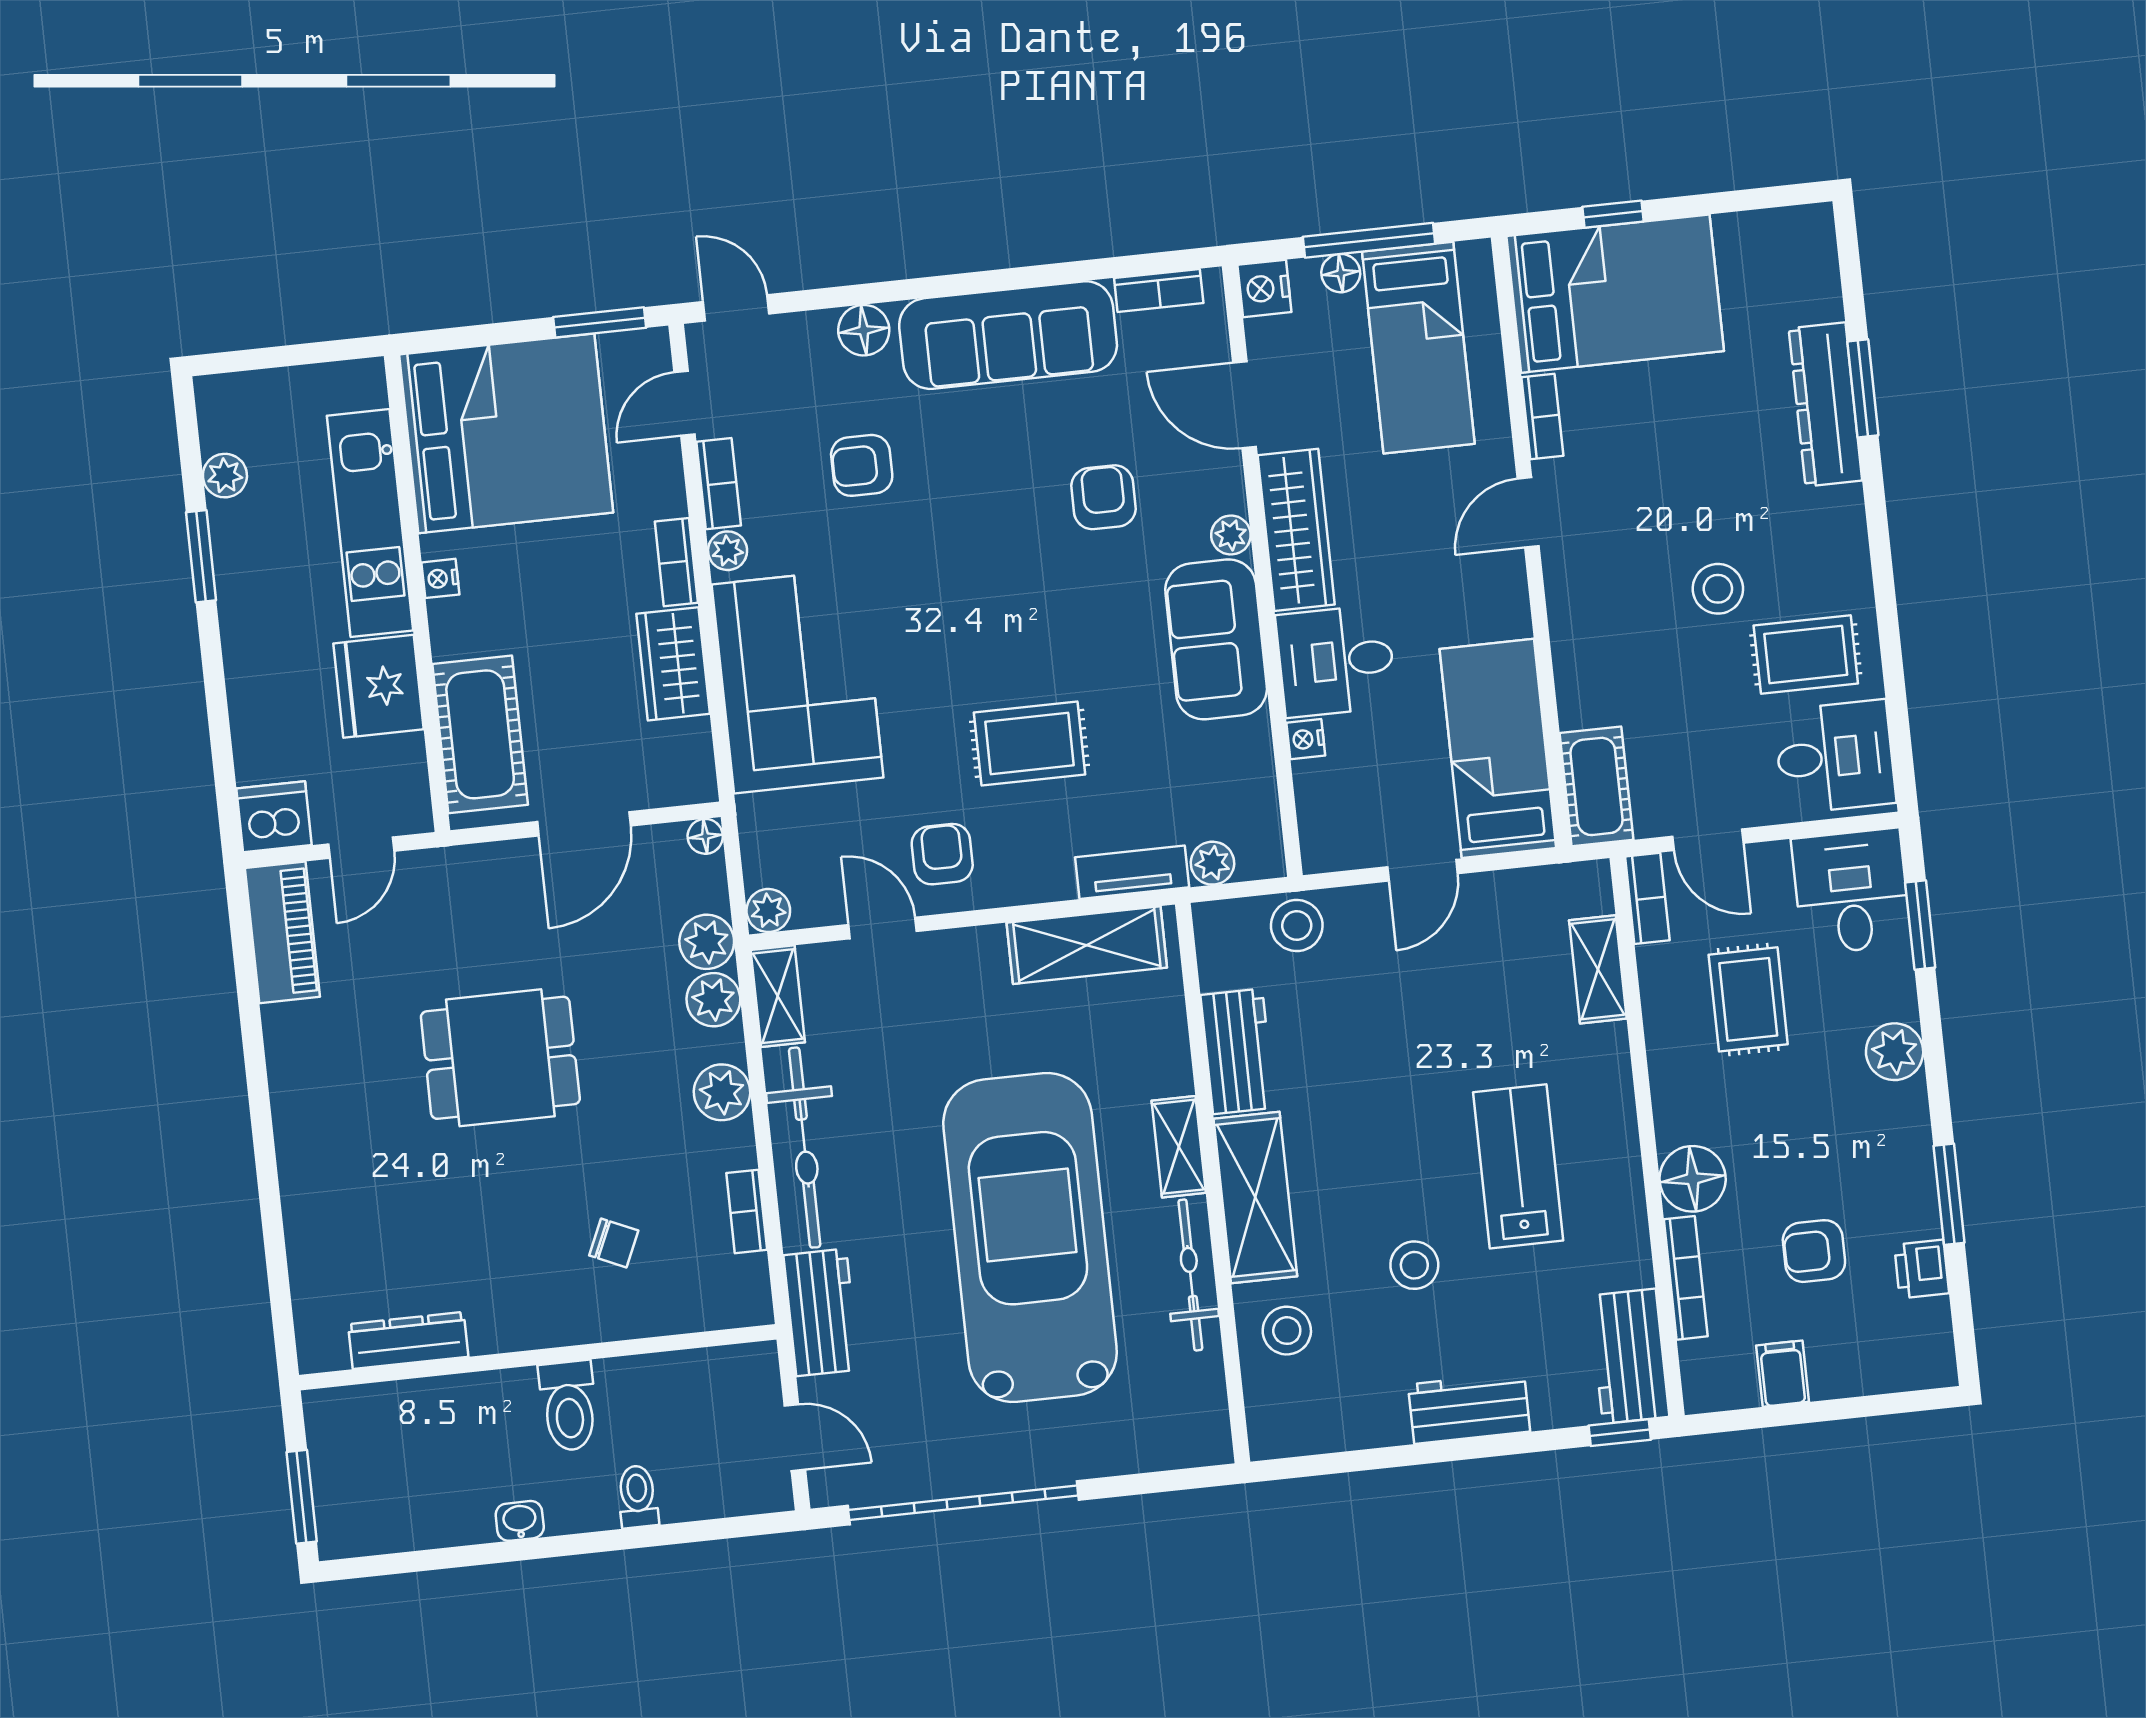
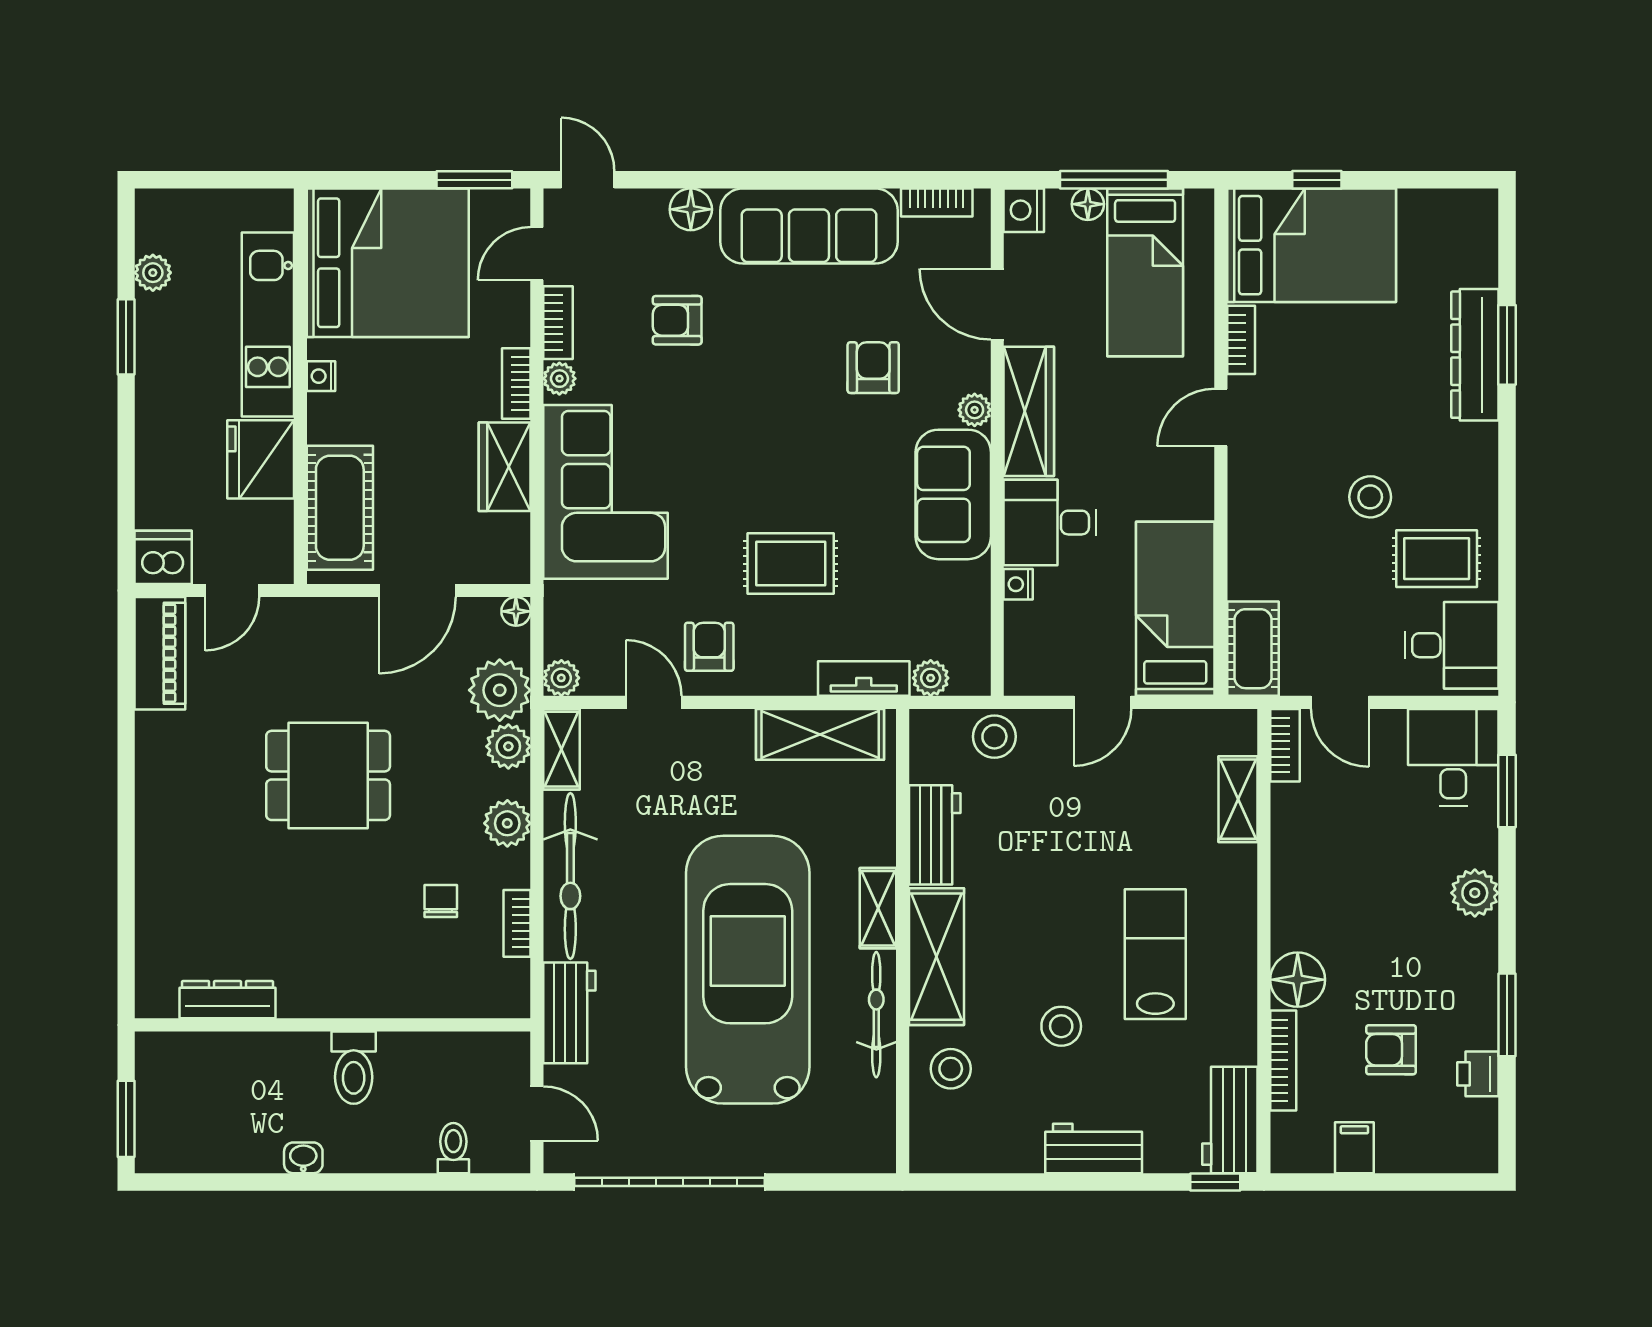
plant: (707, 942) -> (500, 690), width x1.36, depth x1.36
rug: (1748, 999) -> (1359, 837), removed
chair: (614, 1243) -> (441, 901), moved, turned -114
toilet: (638, 1496) -> (453, 1148), moved

